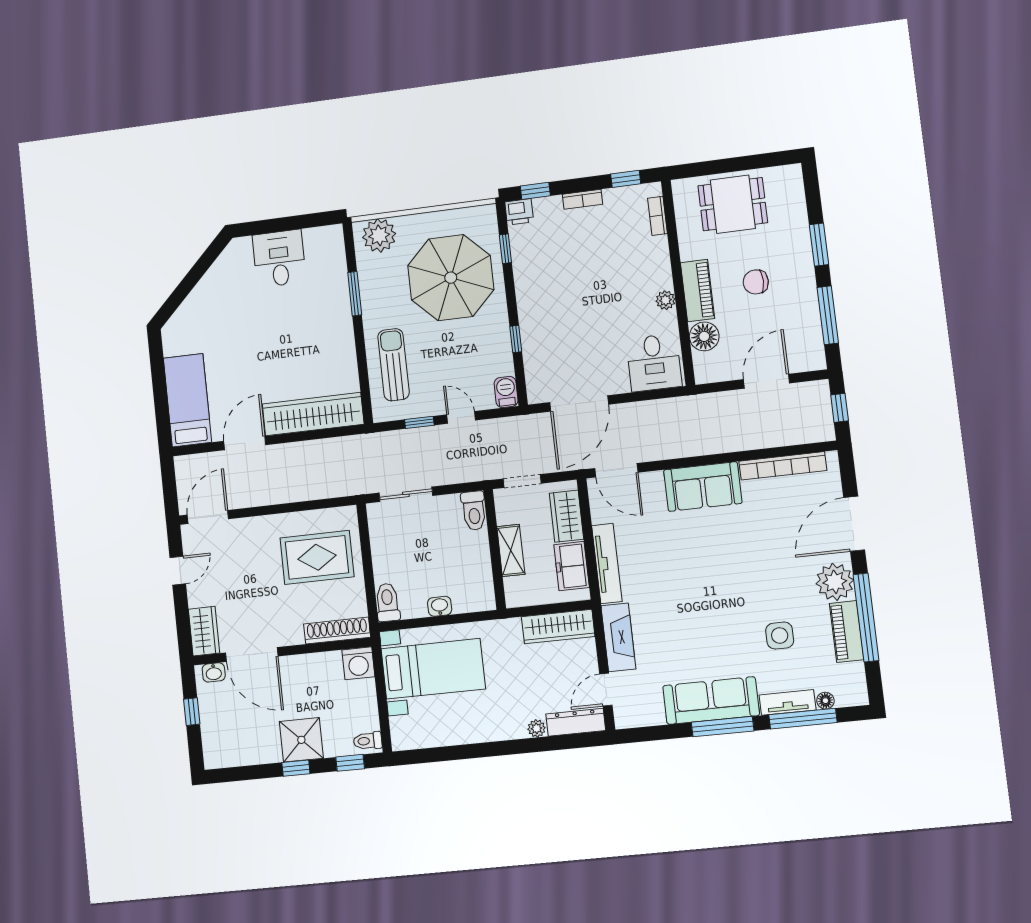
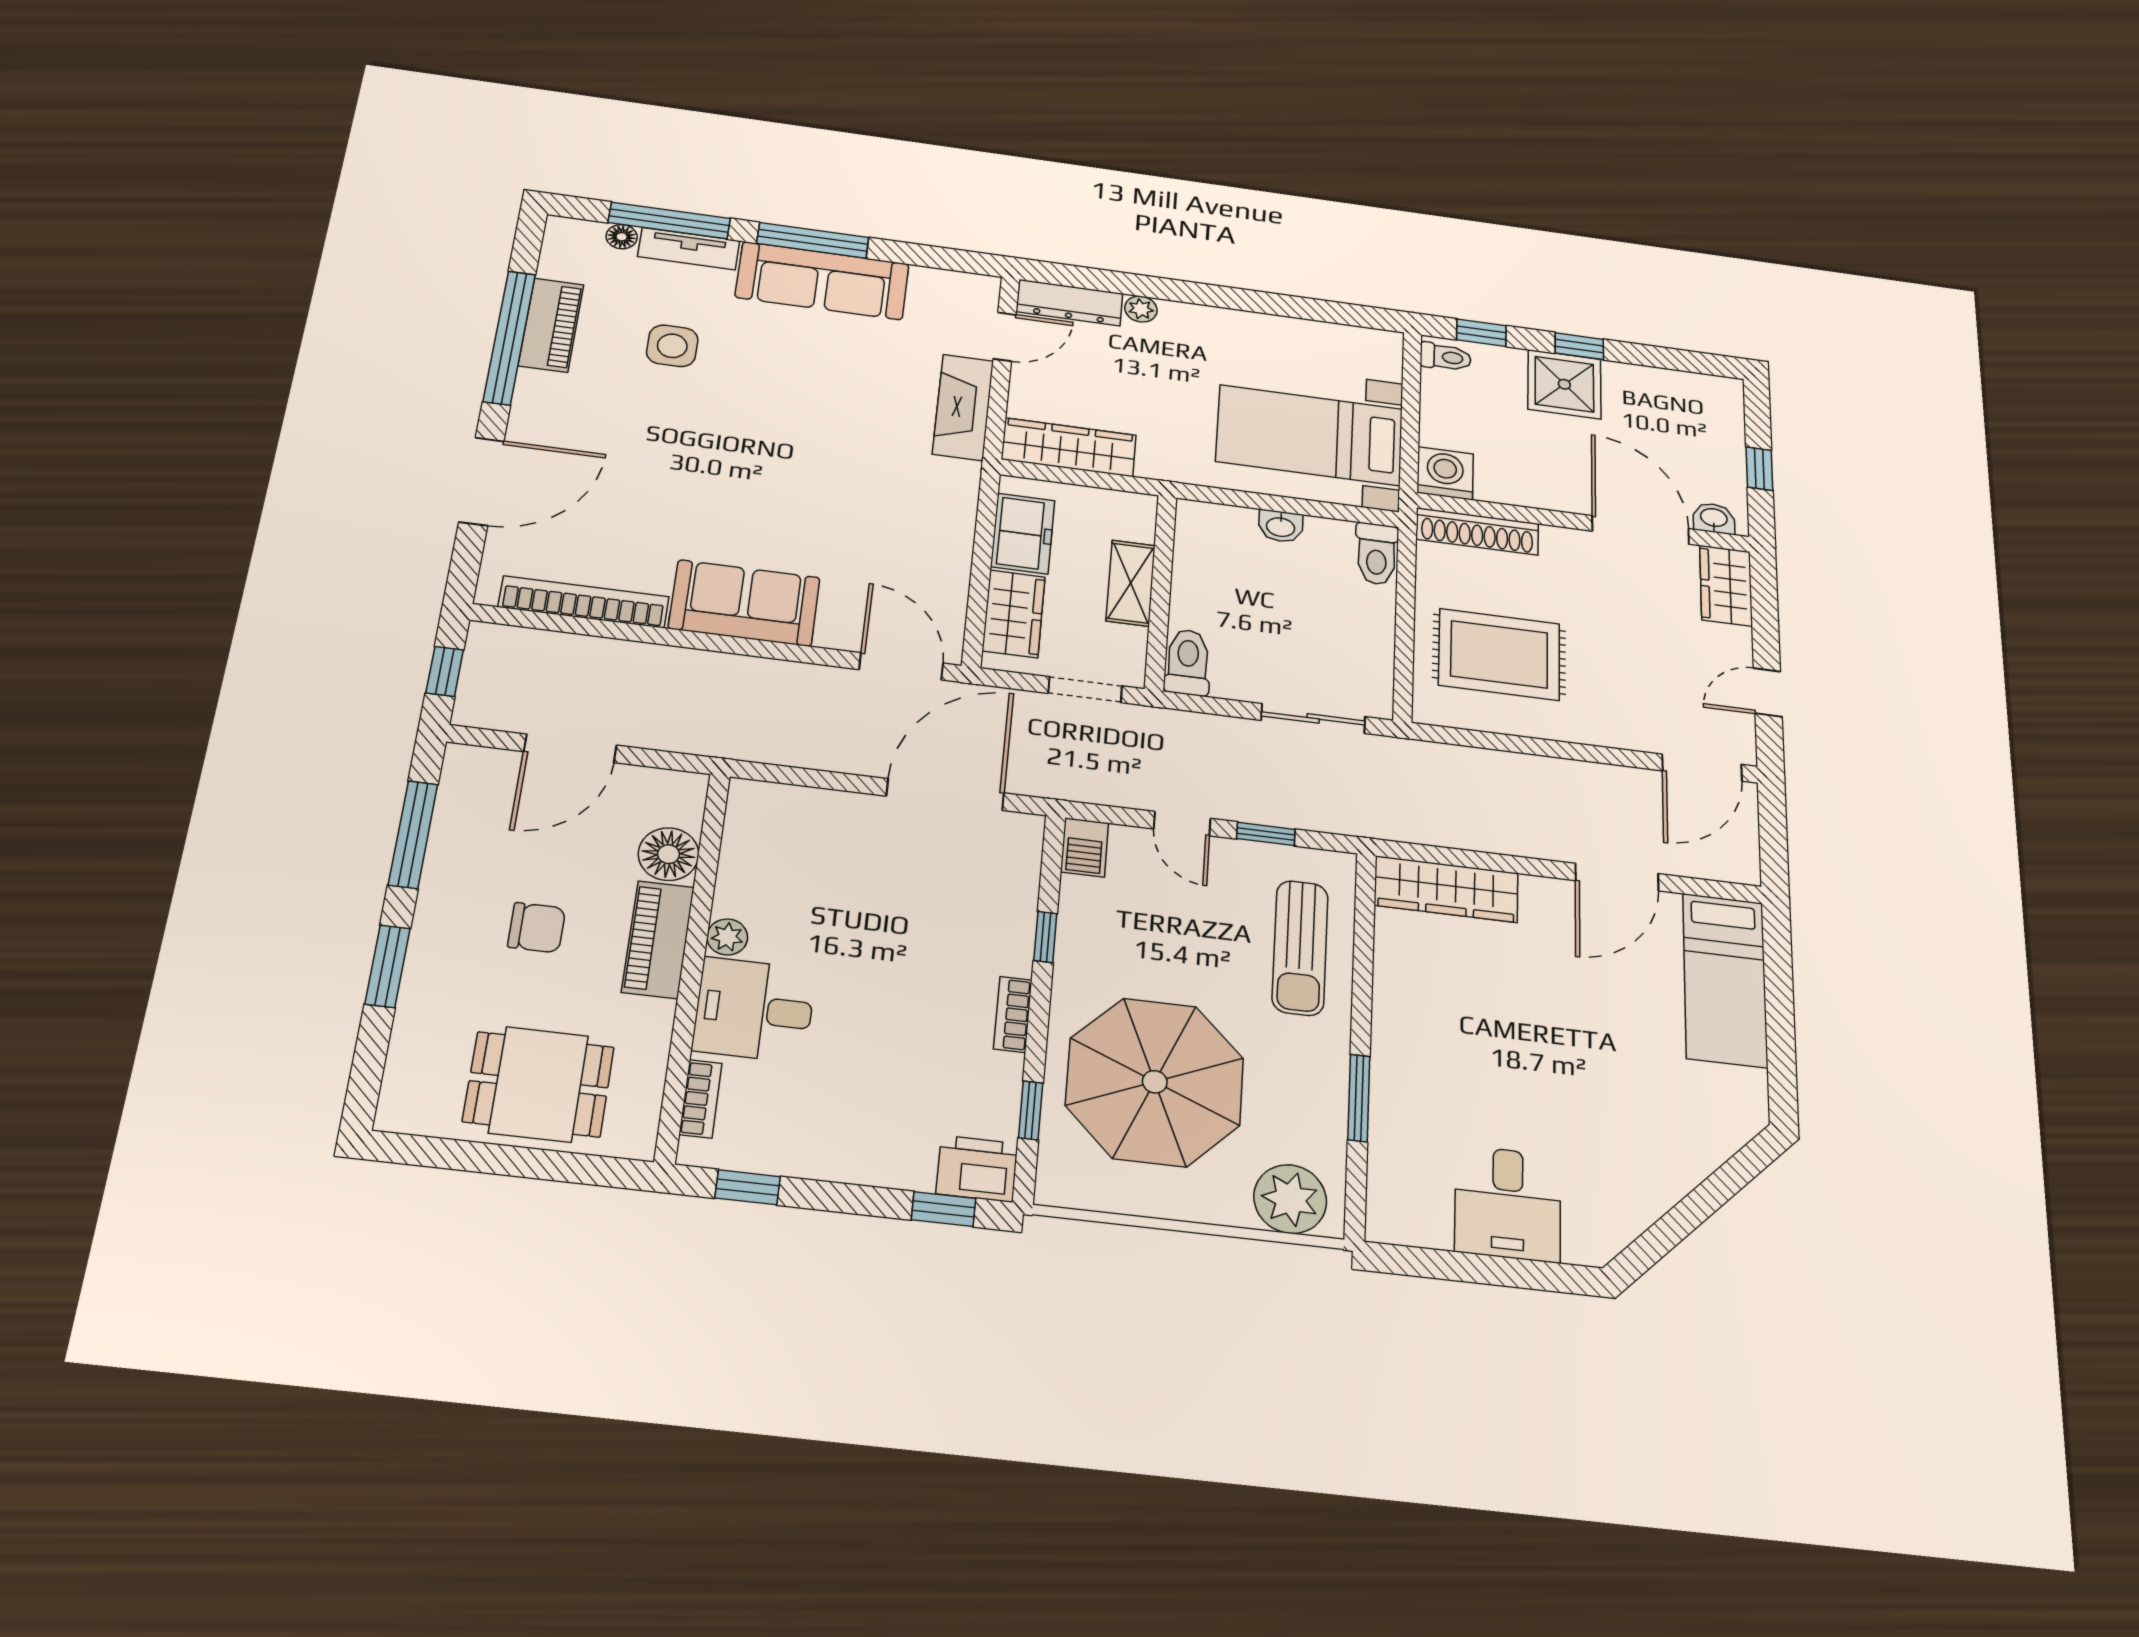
bookcase: (582, 199) -> (1013, 1014), moved, turned -90
printer: (519, 212) -> (977, 1169), width x1.36, depth x1.24
desk: (654, 363) -> (754, 1010), moved, turned -90
wardrobe: (313, 414) -> (1446, 889), width x0.71, depth x0.85
tv unit: (607, 563) -> (956, 523), removed
plant: (835, 582) -> (547, 402), removed

